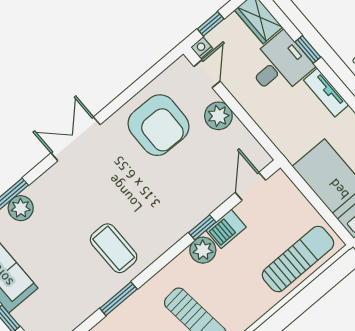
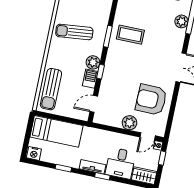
window: (308, 49) -> (102, 176), moved
door: (207, 74) -> (148, 136), hinge flipped
door: (251, 186) -> (94, 104), swing flipped
window: (118, 299) -> (108, 36), moved

